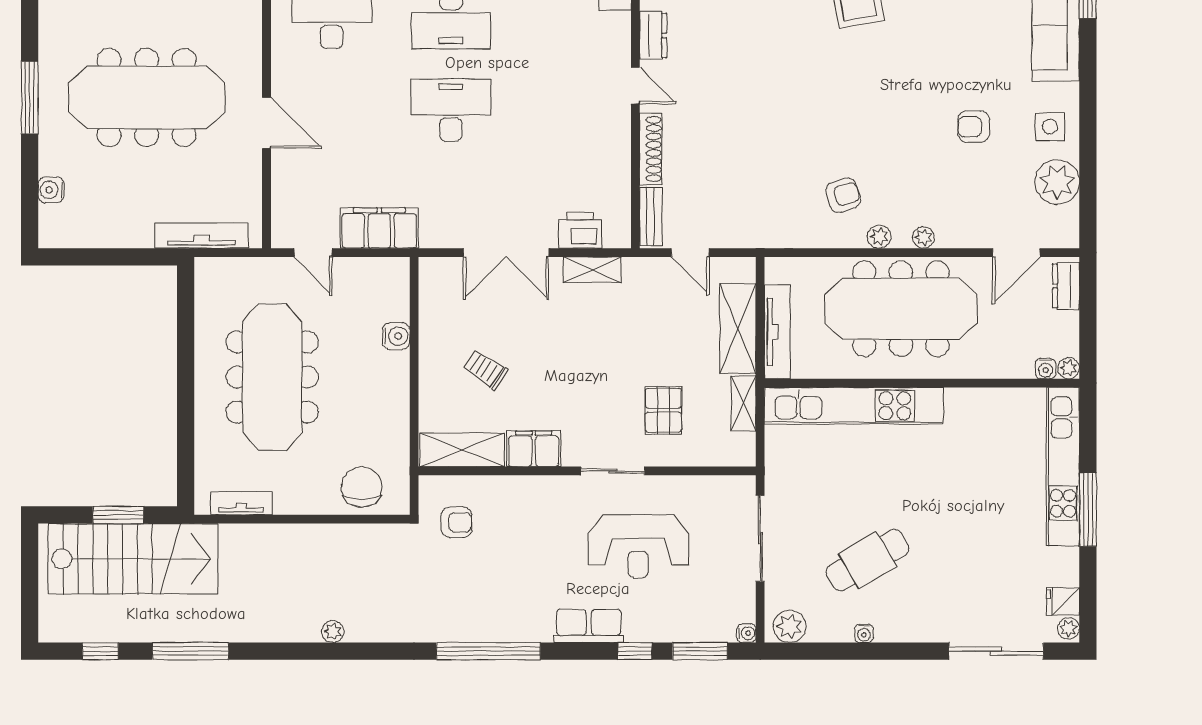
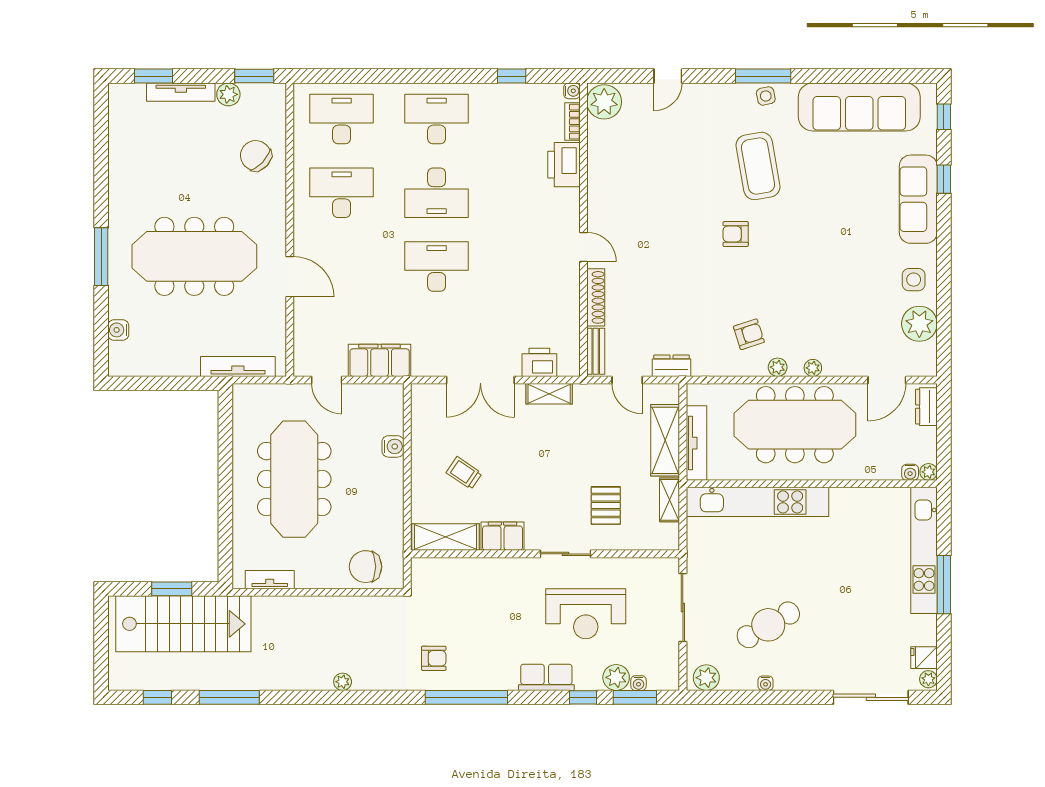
dresser: (653, 35) -> (672, 366), moved, turned -90
armchair: (974, 127) -> (736, 234), moved
chair: (362, 487) -> (366, 567), turned -90
armchair: (456, 522) -> (434, 658), moved
plant: (676, 626) -> (616, 677), added
water cooler: (746, 633) -> (639, 683), moved, turned 90

